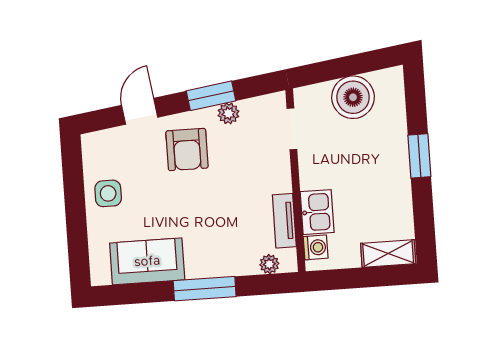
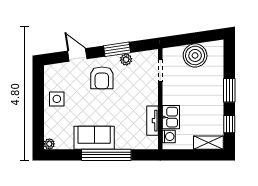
door: (140, 111) -> (77, 55), hinge flipped
window: (424, 217) -> (229, 124), added
sofa: (147, 261) -> (94, 138), moved
plant: (269, 264) -> (49, 144), moved
window: (205, 289) -> (106, 155), width x1.46

